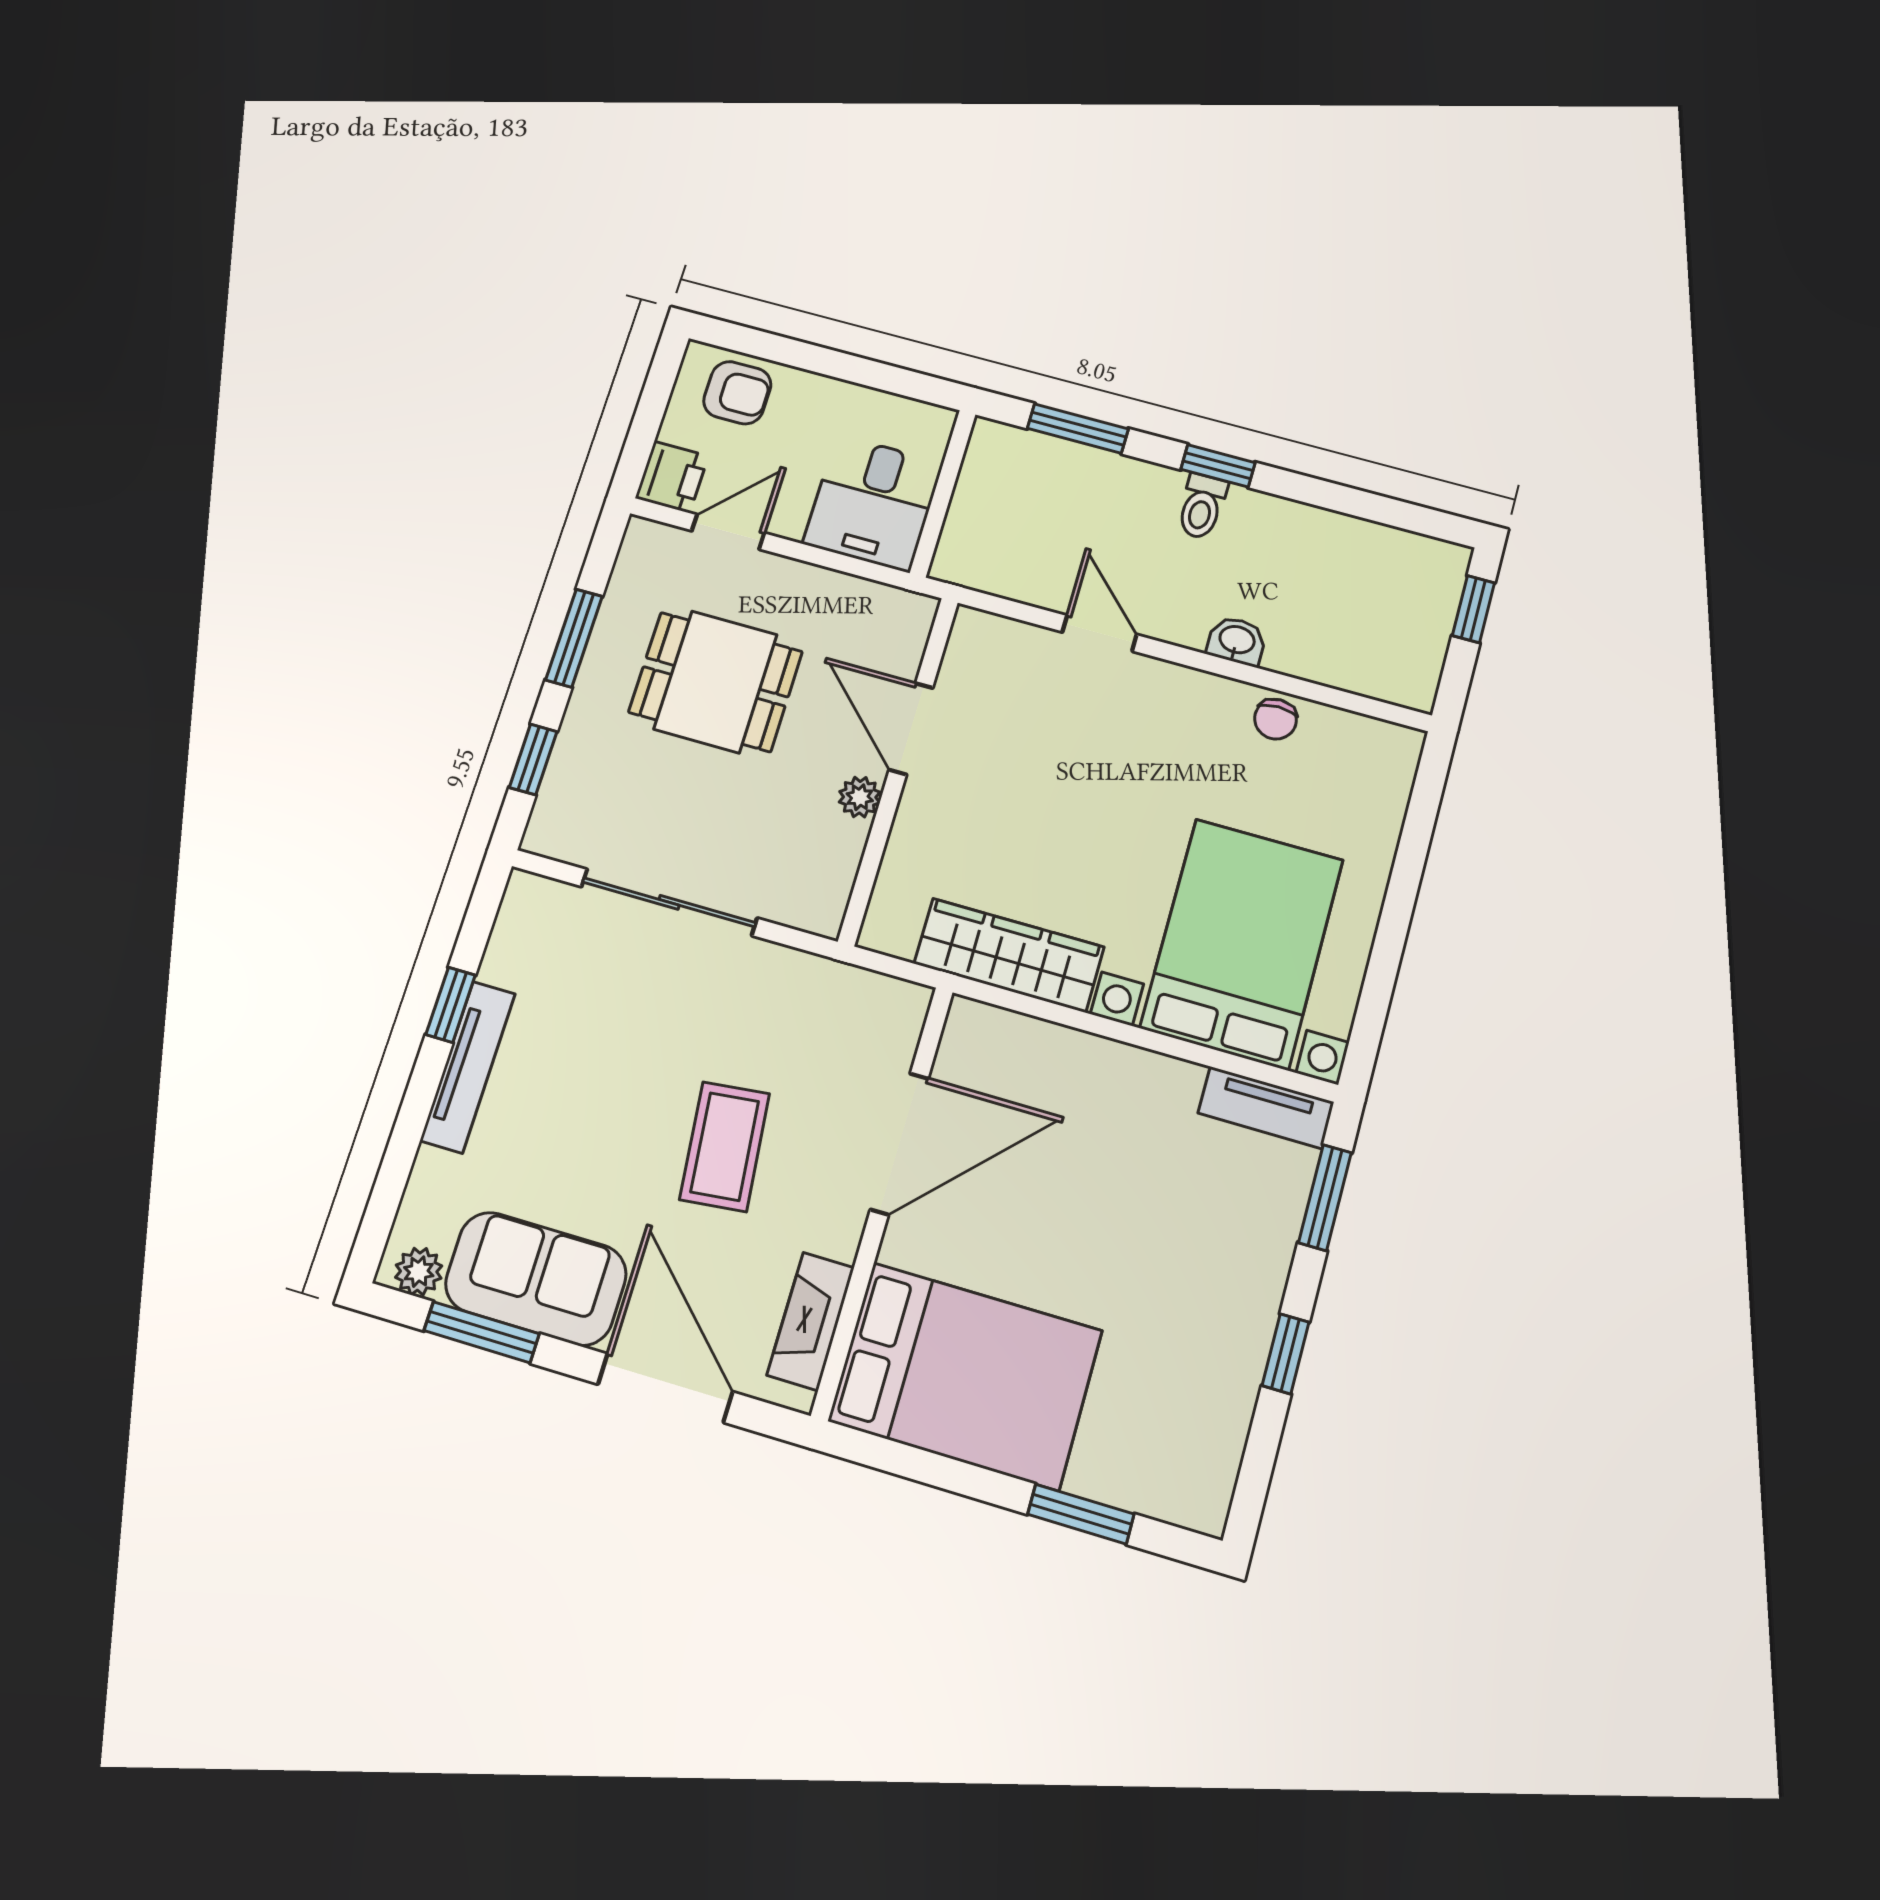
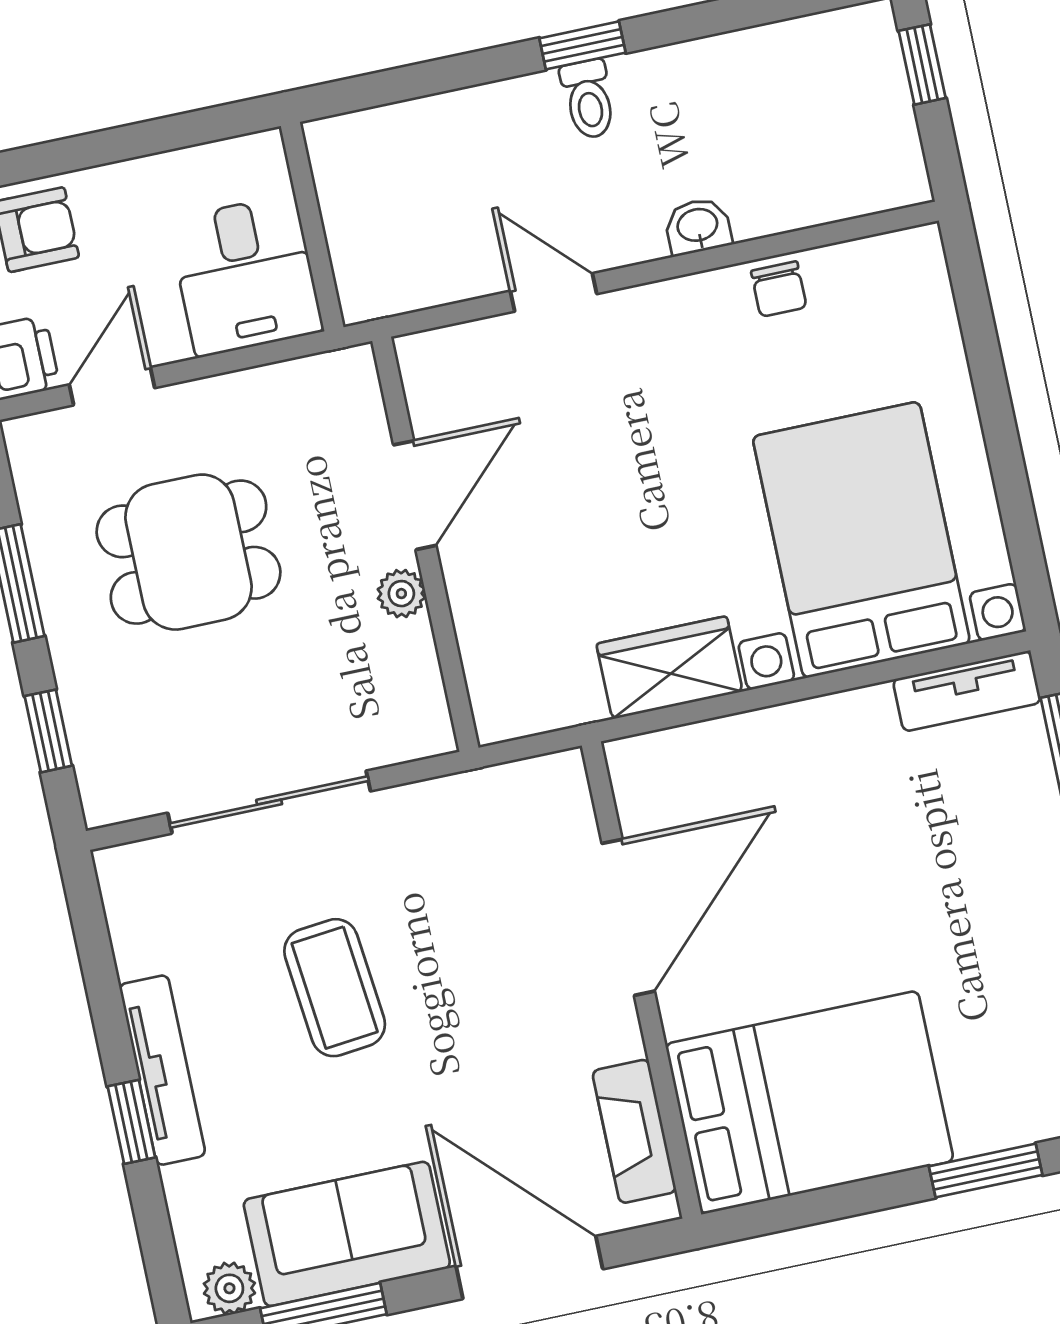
window: (1078, 429) -> (415, 81), removed
door: (911, 729) -> (415, 495), swing flipped
wardrobe: (1009, 955) -> (669, 668), width x0.67
window: (451, 1005) -> (131, 1122), moved
coffee table: (725, 1147) -> (335, 988), moved

